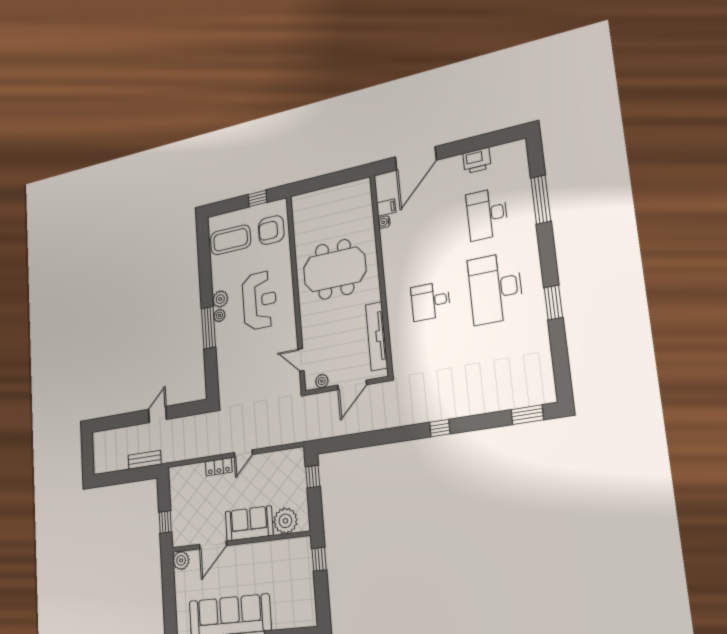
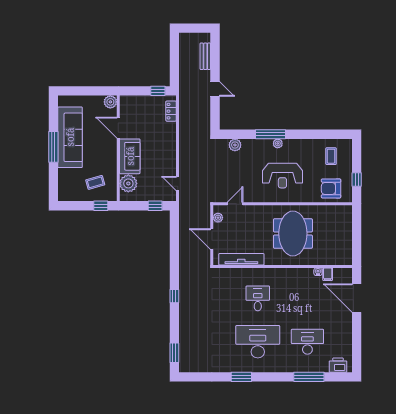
printer: (477, 161) -> (338, 365), moved, turned 90
armchair: (271, 230) -> (331, 188), turned -90
coffee table: (231, 240) -> (331, 156), width x0.54, depth x0.58
plant: (220, 299) -> (235, 145), moved
door: (243, 454) -> (178, 183), moved
bench: (145, 460) -> (205, 56), moved
locker: (219, 467) -> (171, 111), moved
window: (165, 522) -> (158, 91), moved
coffee table: (288, 571) -> (95, 182), added

